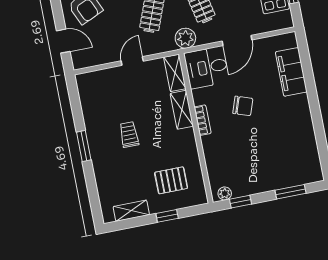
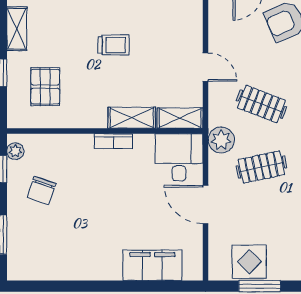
chair: (243, 106) -> (41, 191), moved

